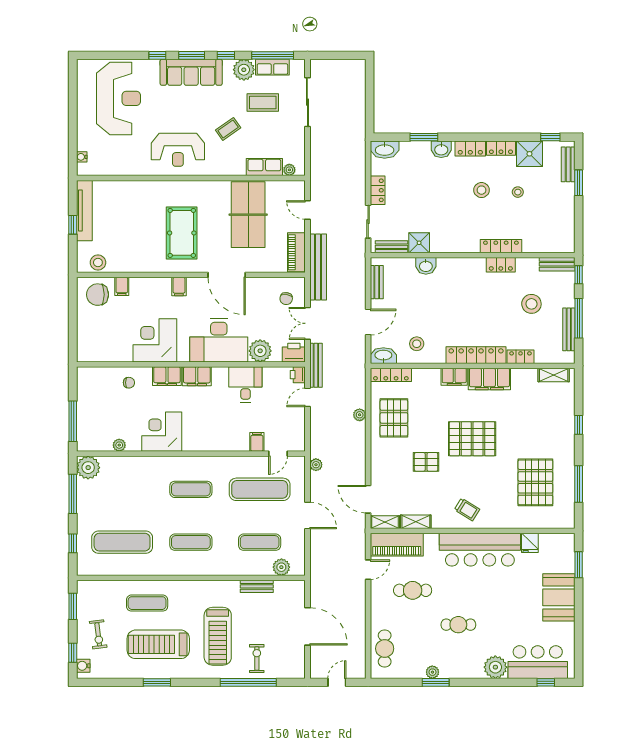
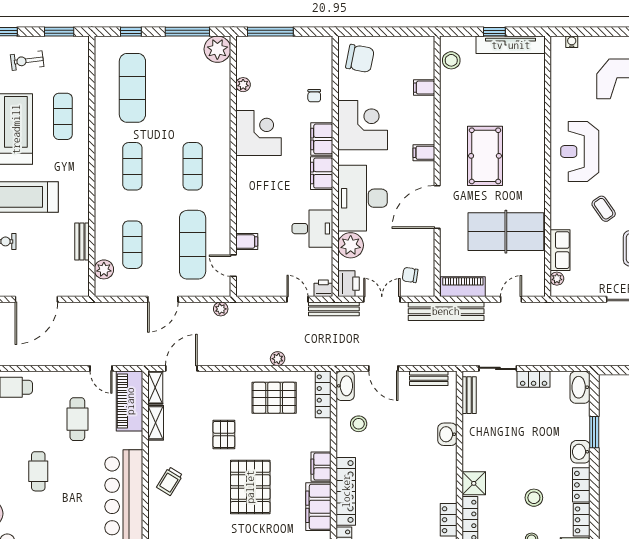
pool table: (182, 233) -> (485, 156), turned 90
shower: (419, 243) -> (474, 483), moved
chair: (98, 295) -> (360, 58), moved, turned 101

